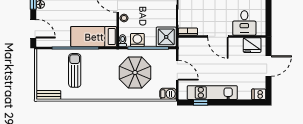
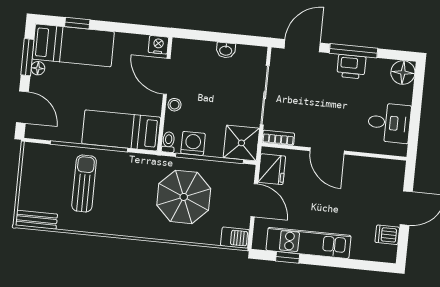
desk: (244, 23) -> (389, 123), moved, turned -90
fridge: (252, 45) -> (272, 169), moved, turned -90
dishwasher: (259, 94) -> (387, 235), moved

